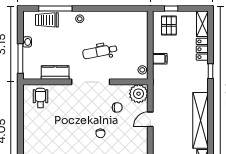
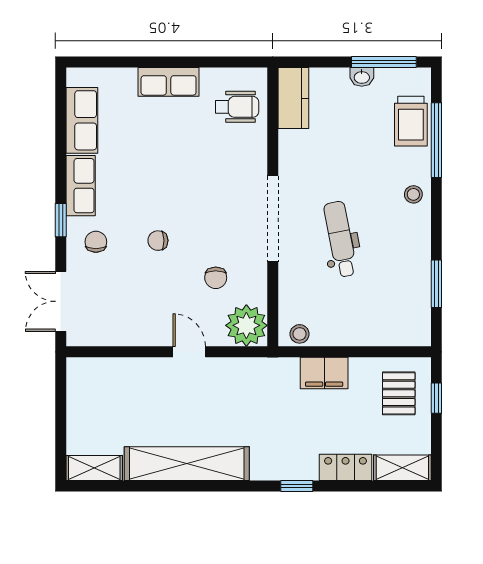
window: (120, 8) -> (436, 284), added
trolley: (47, 20) -> (411, 121), turned 180
pallet: (169, 25) -> (399, 393), turned 90
window: (20, 59) -> (384, 62), moved
filing cabinet: (160, 59) -> (324, 373), width x2.00
kitchen counter: (55, 73) -> (293, 98), moved
row of seats: (29, 129) -> (169, 82), added

